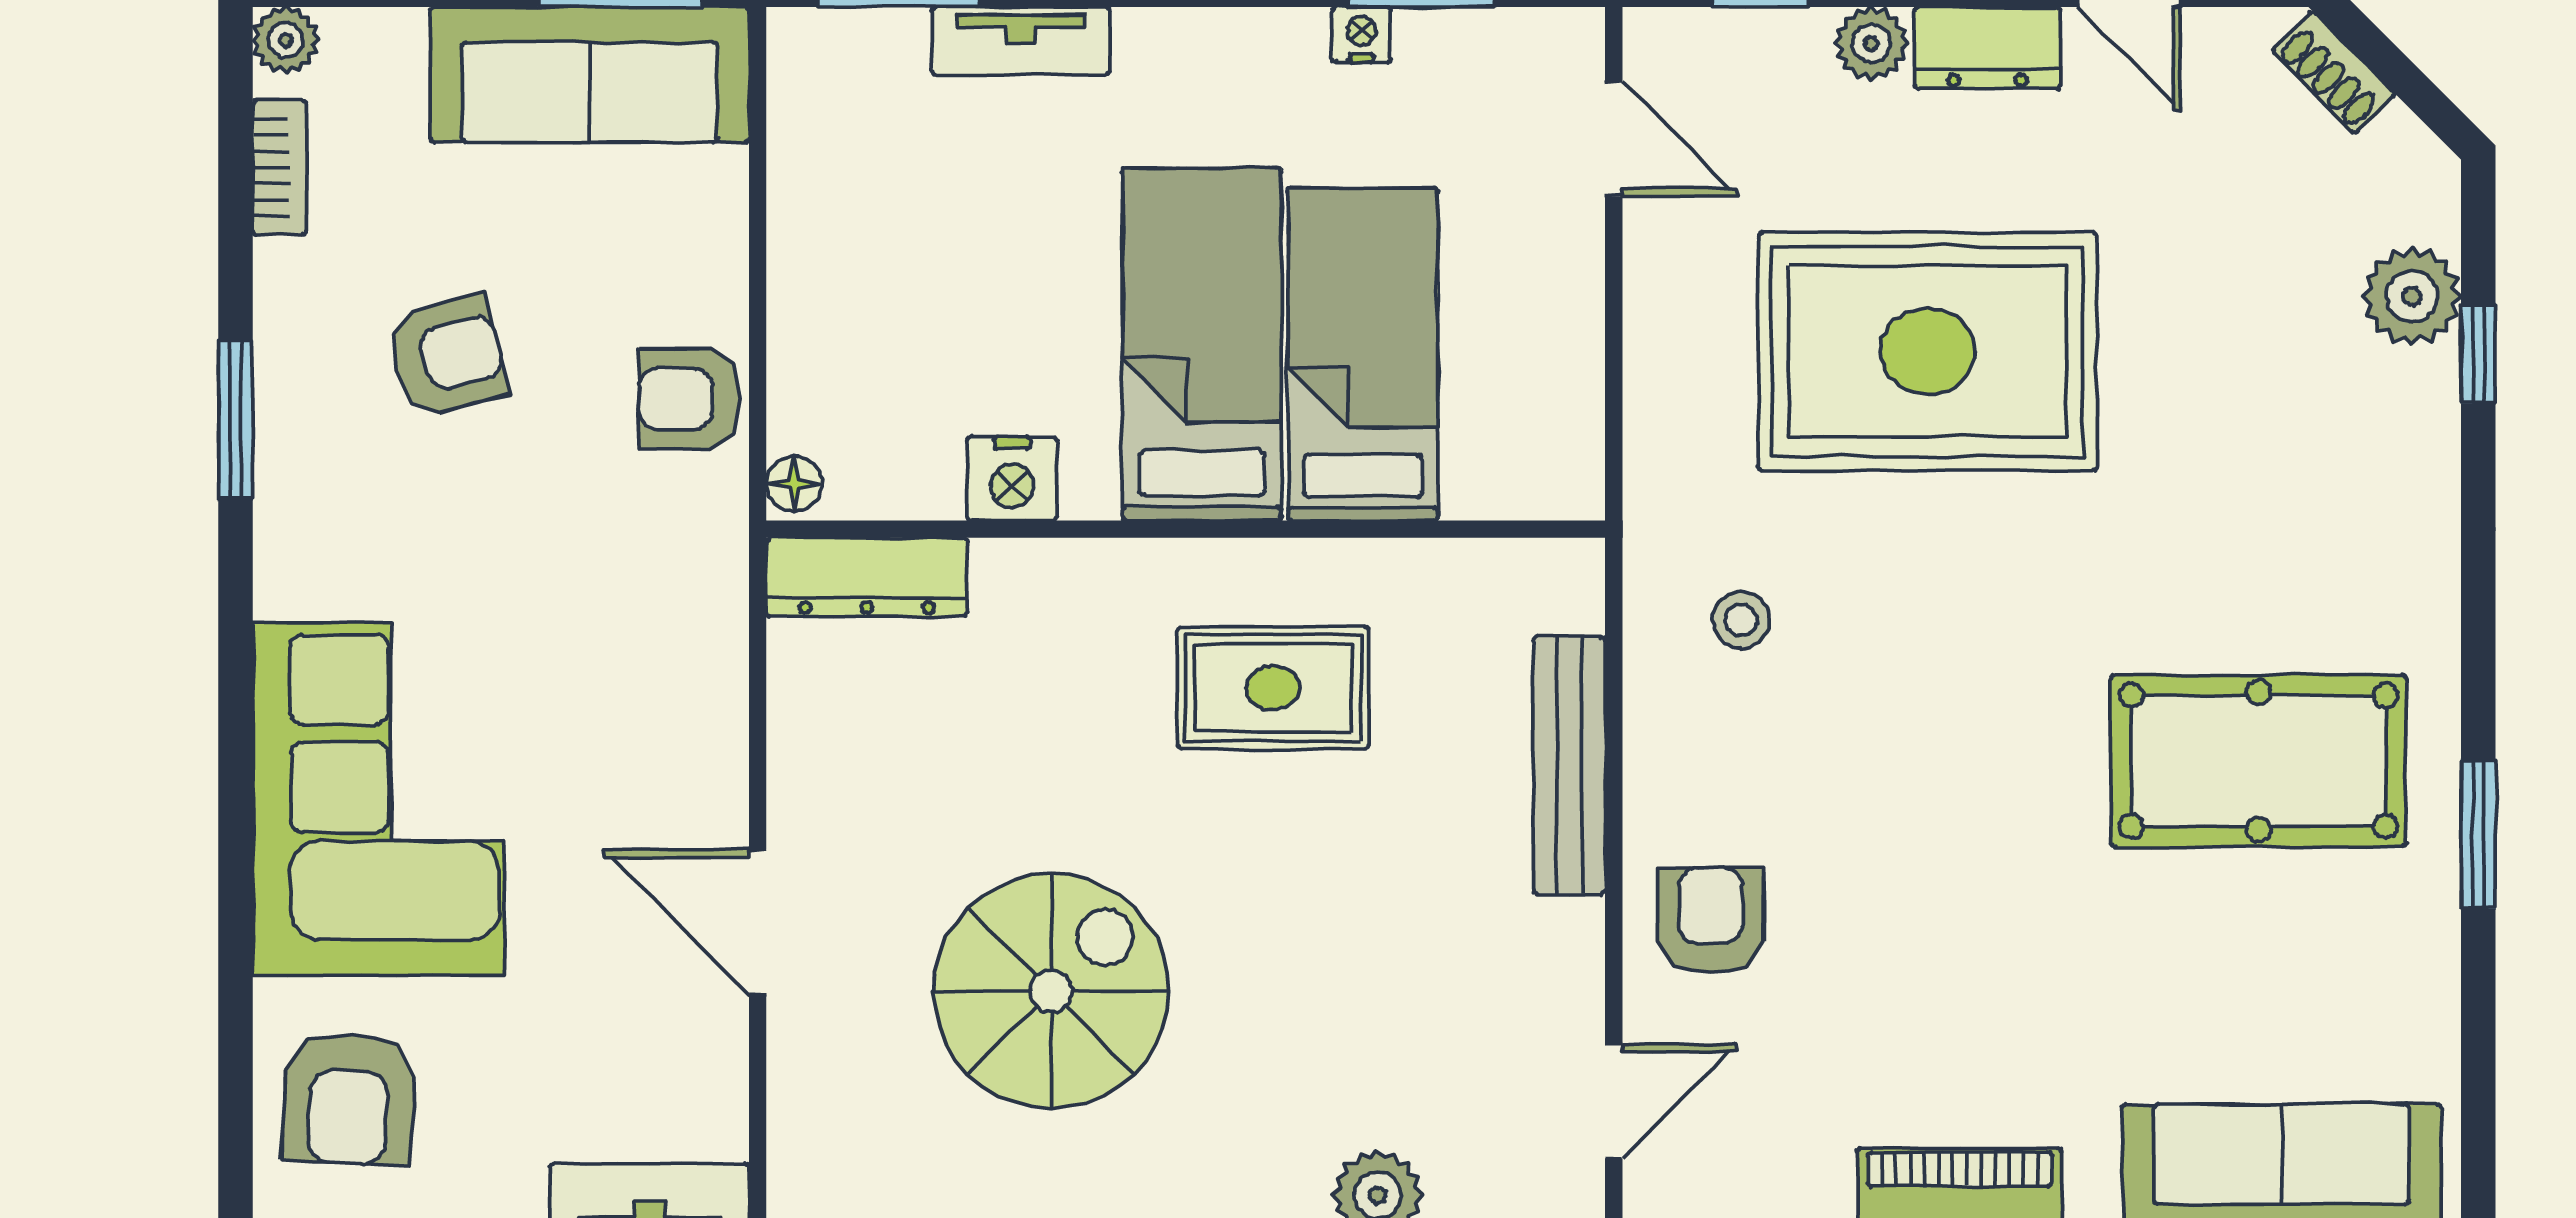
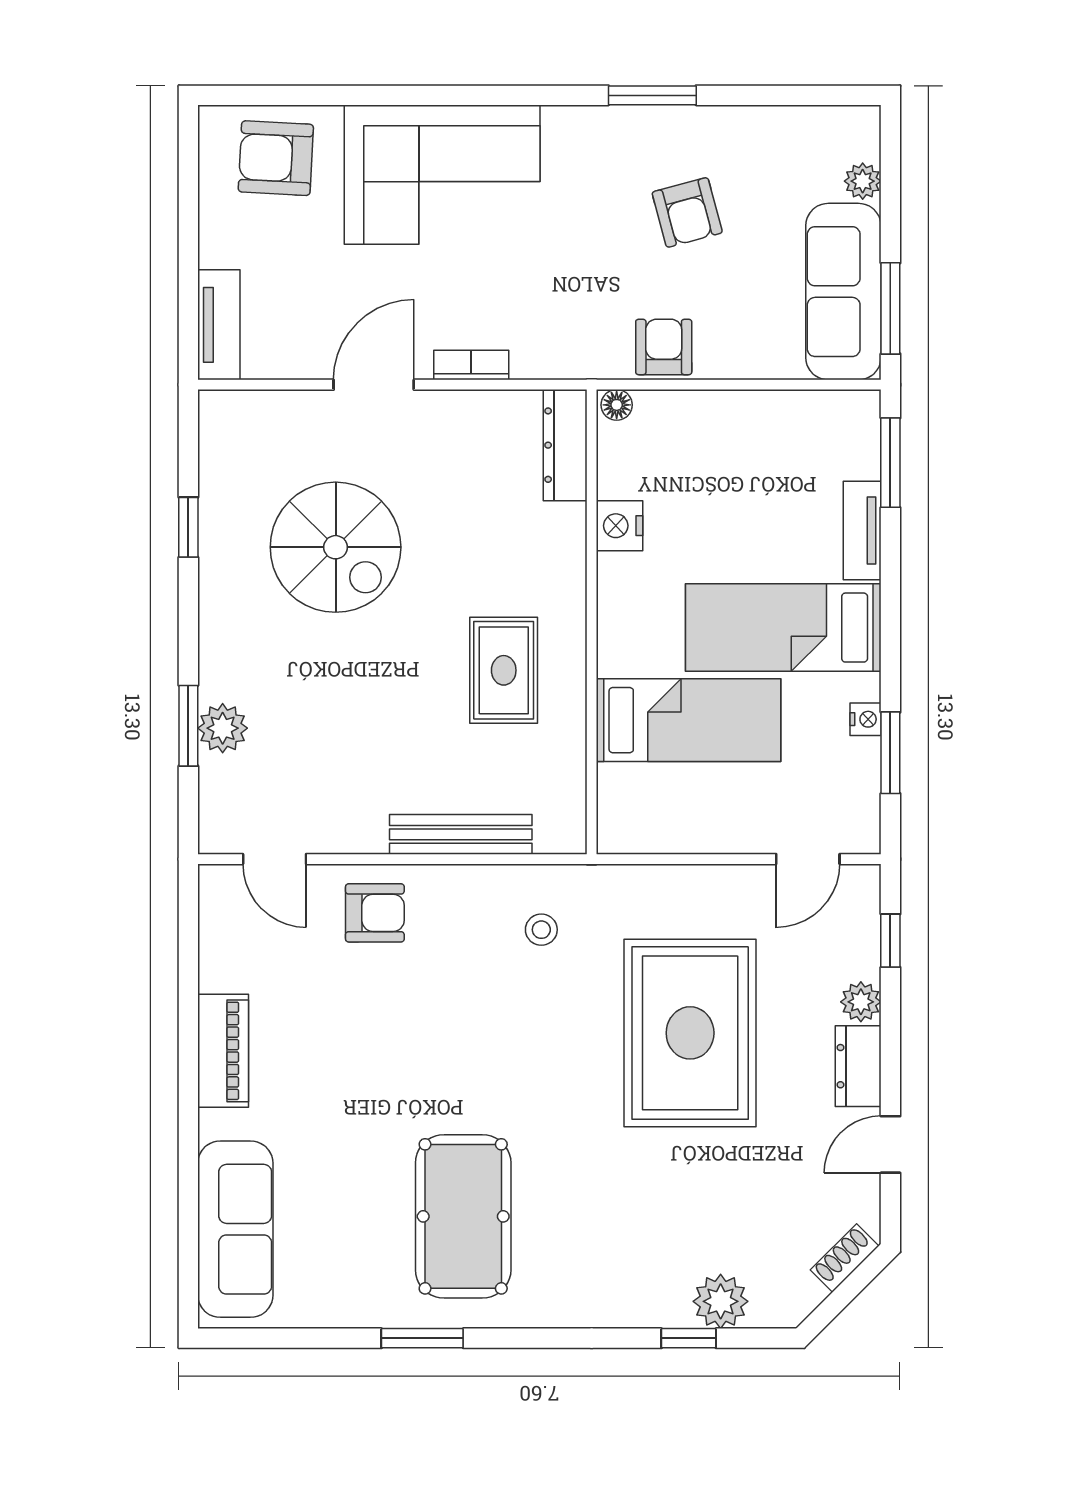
plant: (286, 40) -> (863, 181), moved
bookcase: (280, 168) -> (471, 365), moved, turned 180
bed: (1202, 344) -> (783, 628), moved, turned 180

